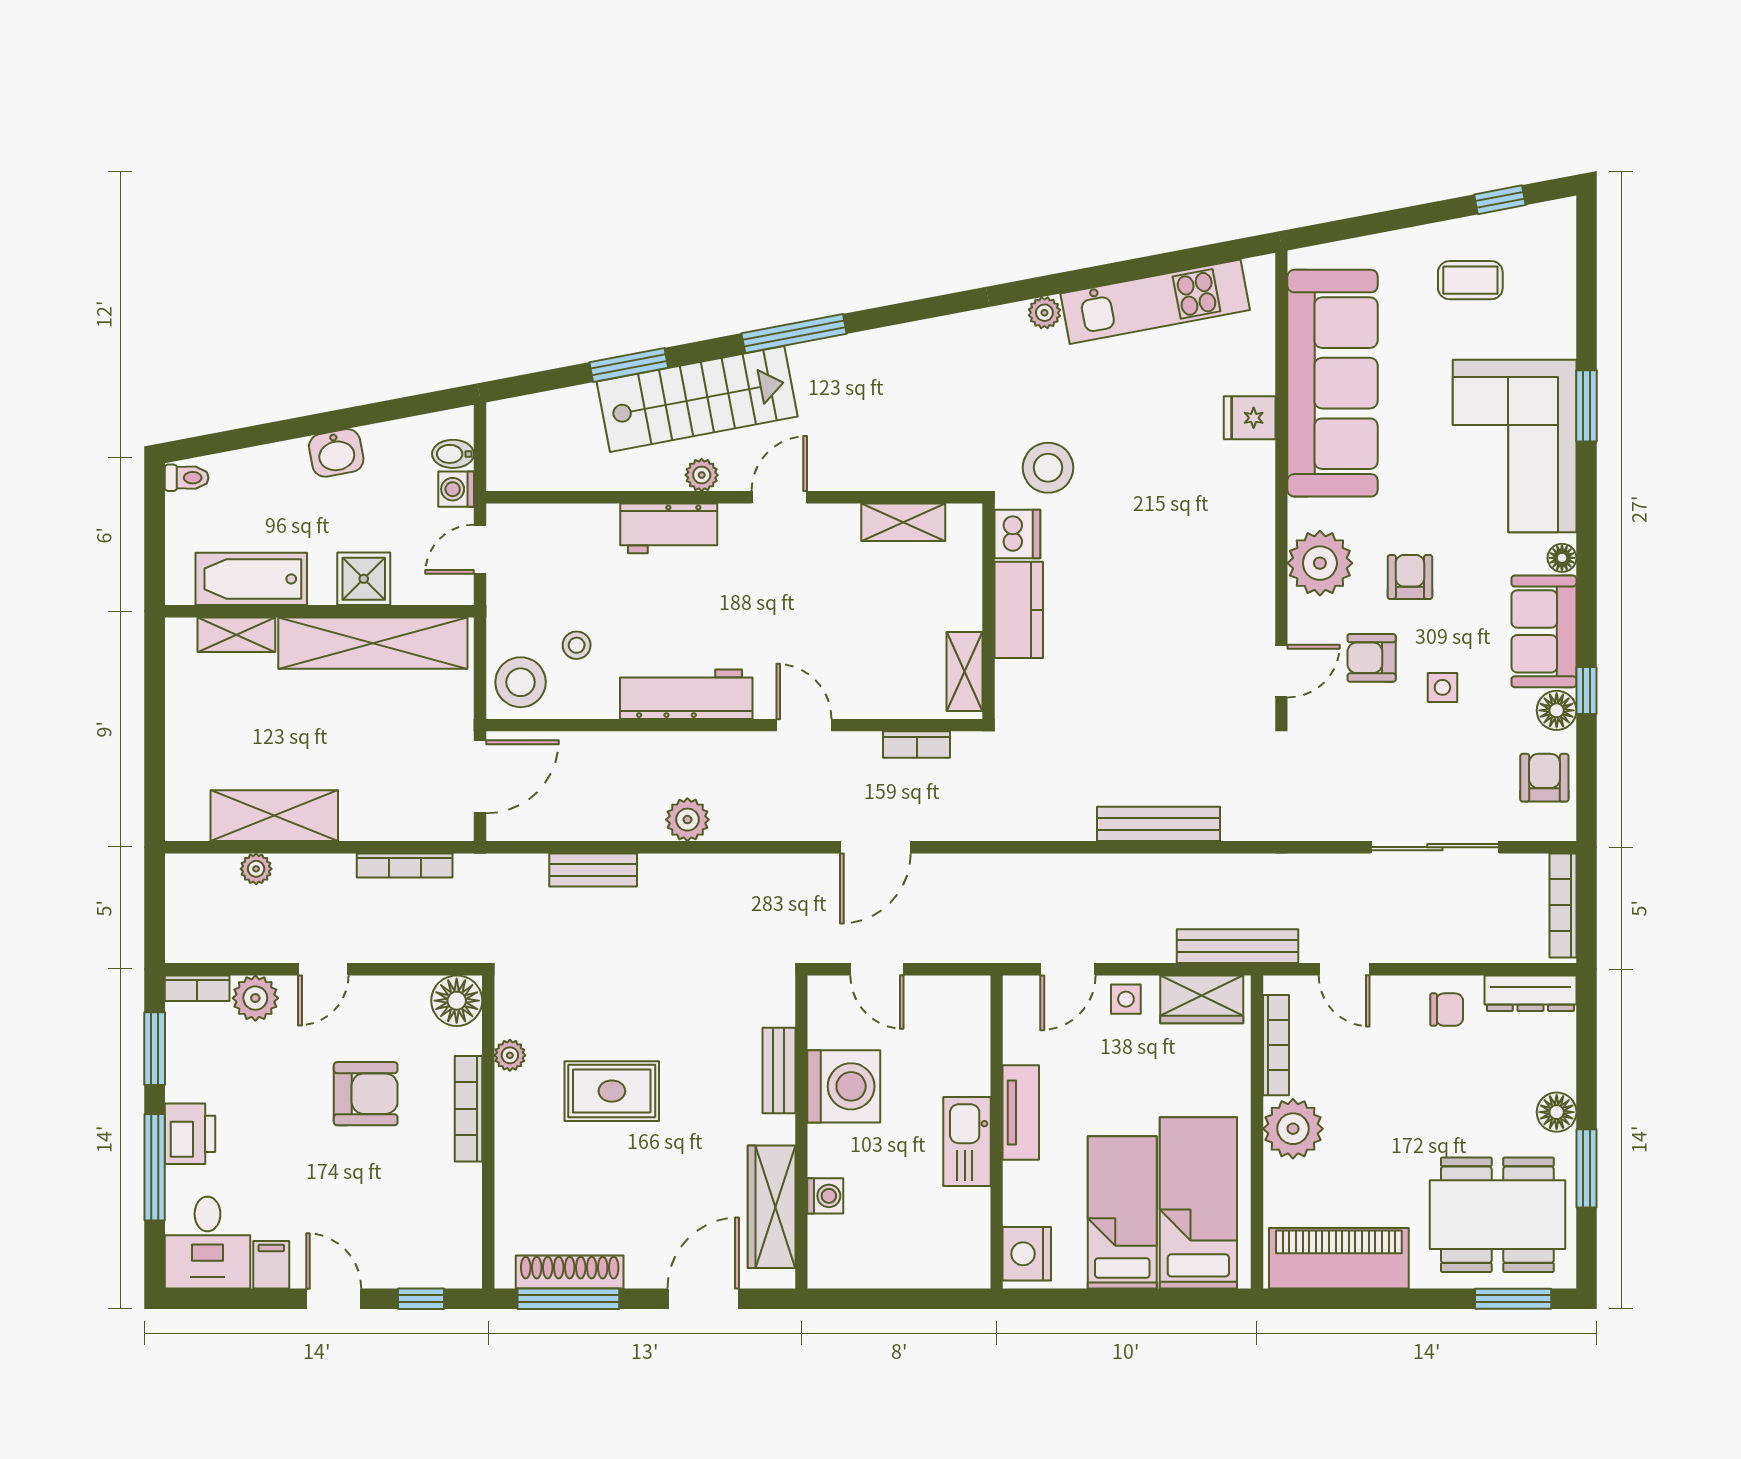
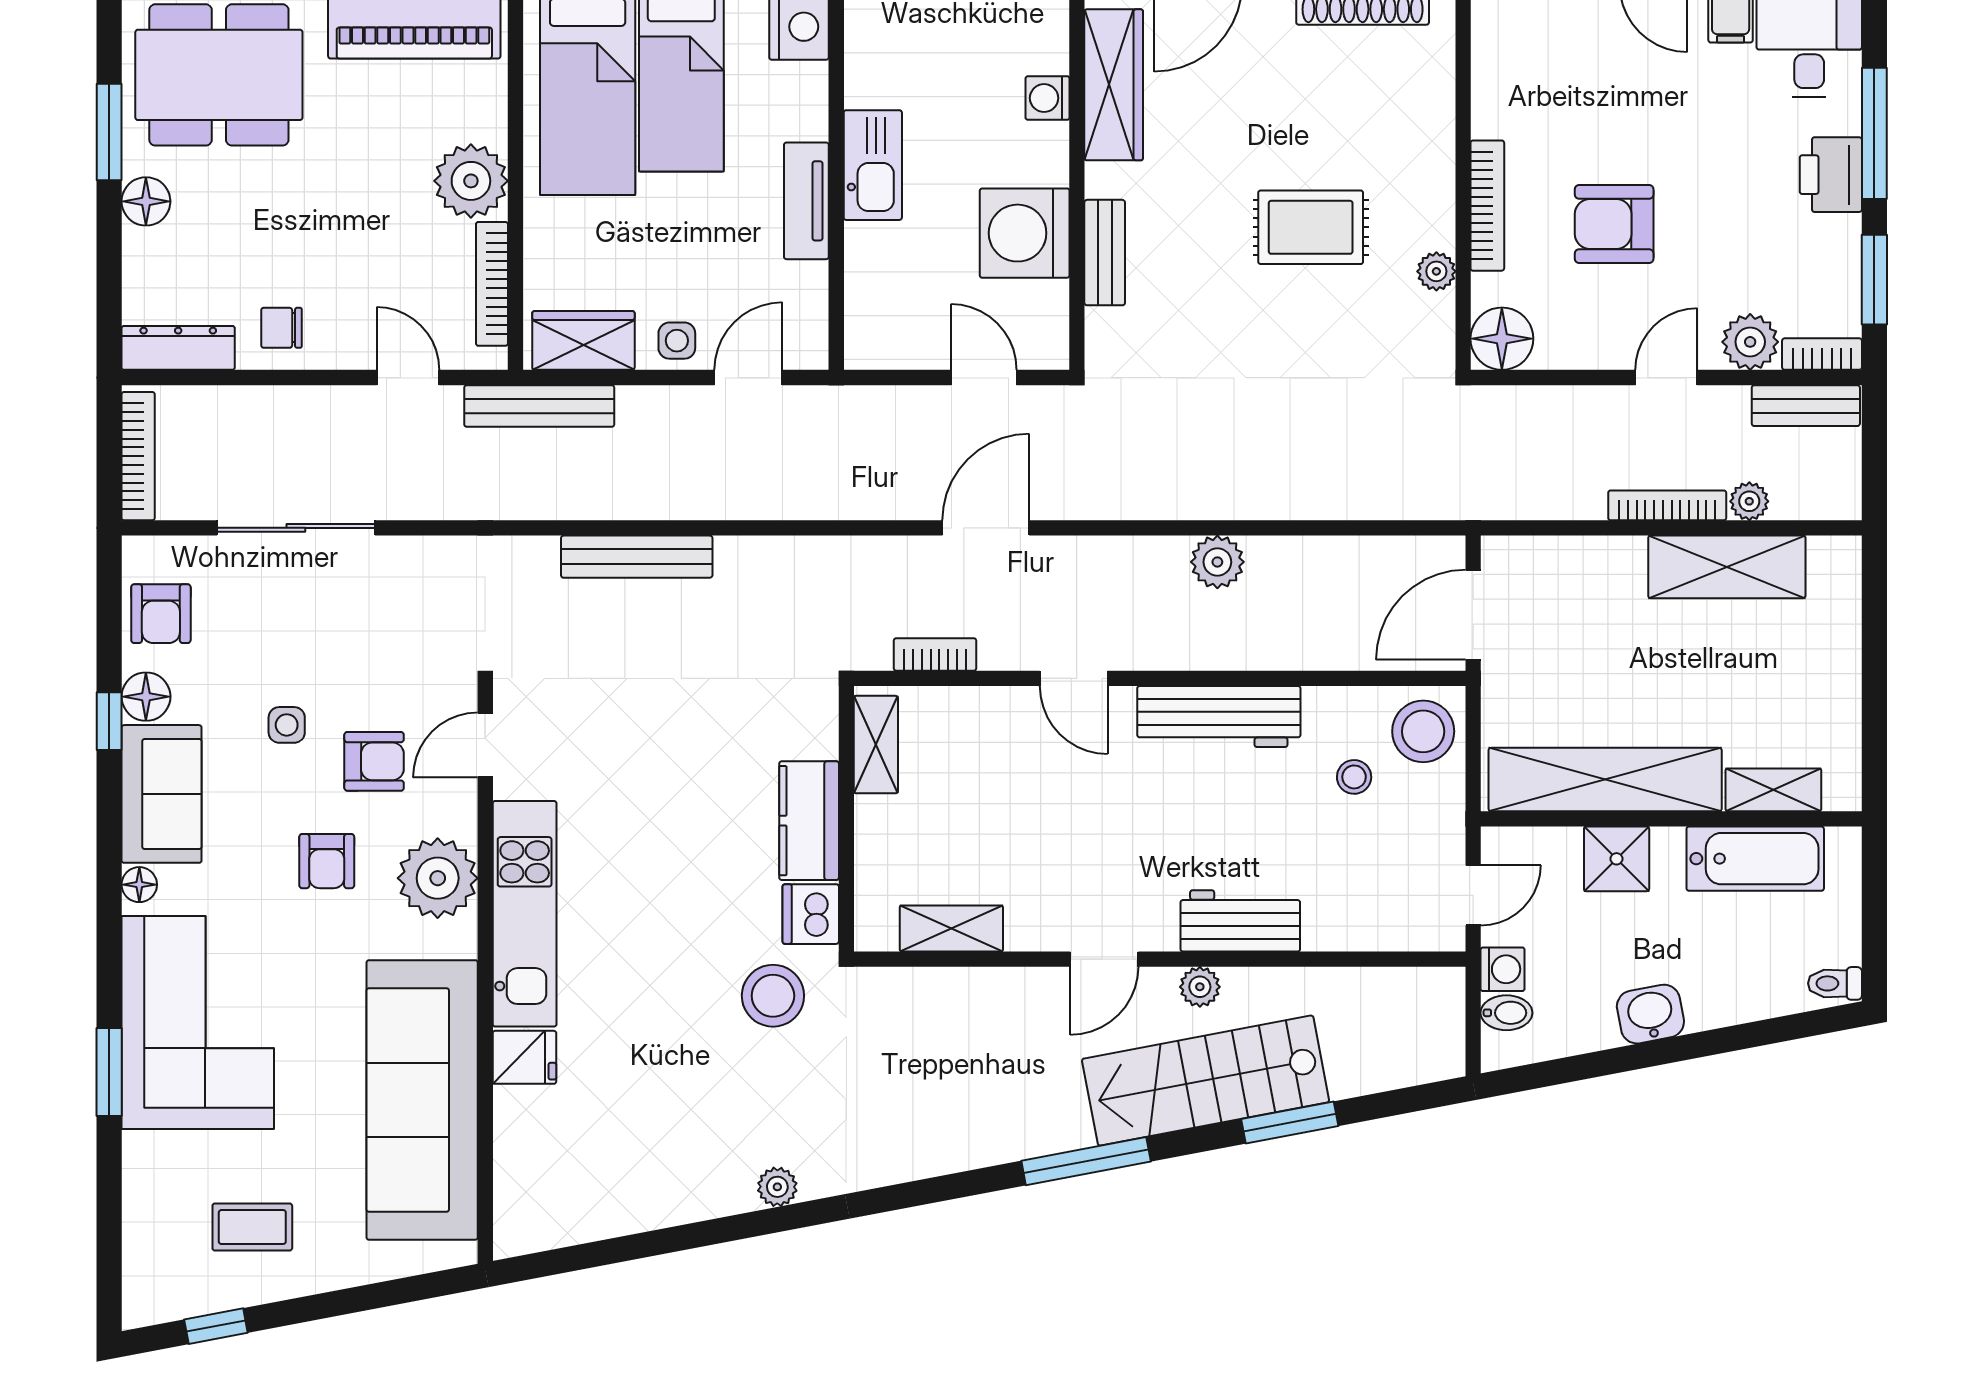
kitchen unit: (1155, 302) -> (525, 914), moved, turned 101
bookcase: (405, 866) -> (1667, 505), moved
bench: (593, 870) -> (1806, 406), moved

